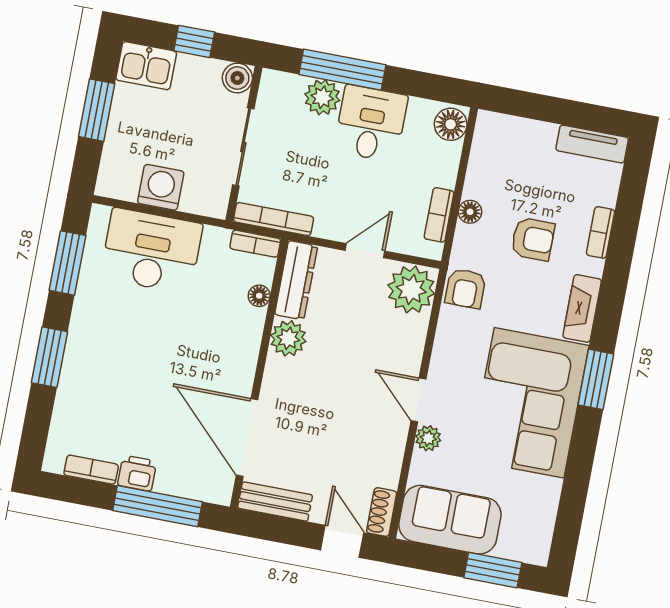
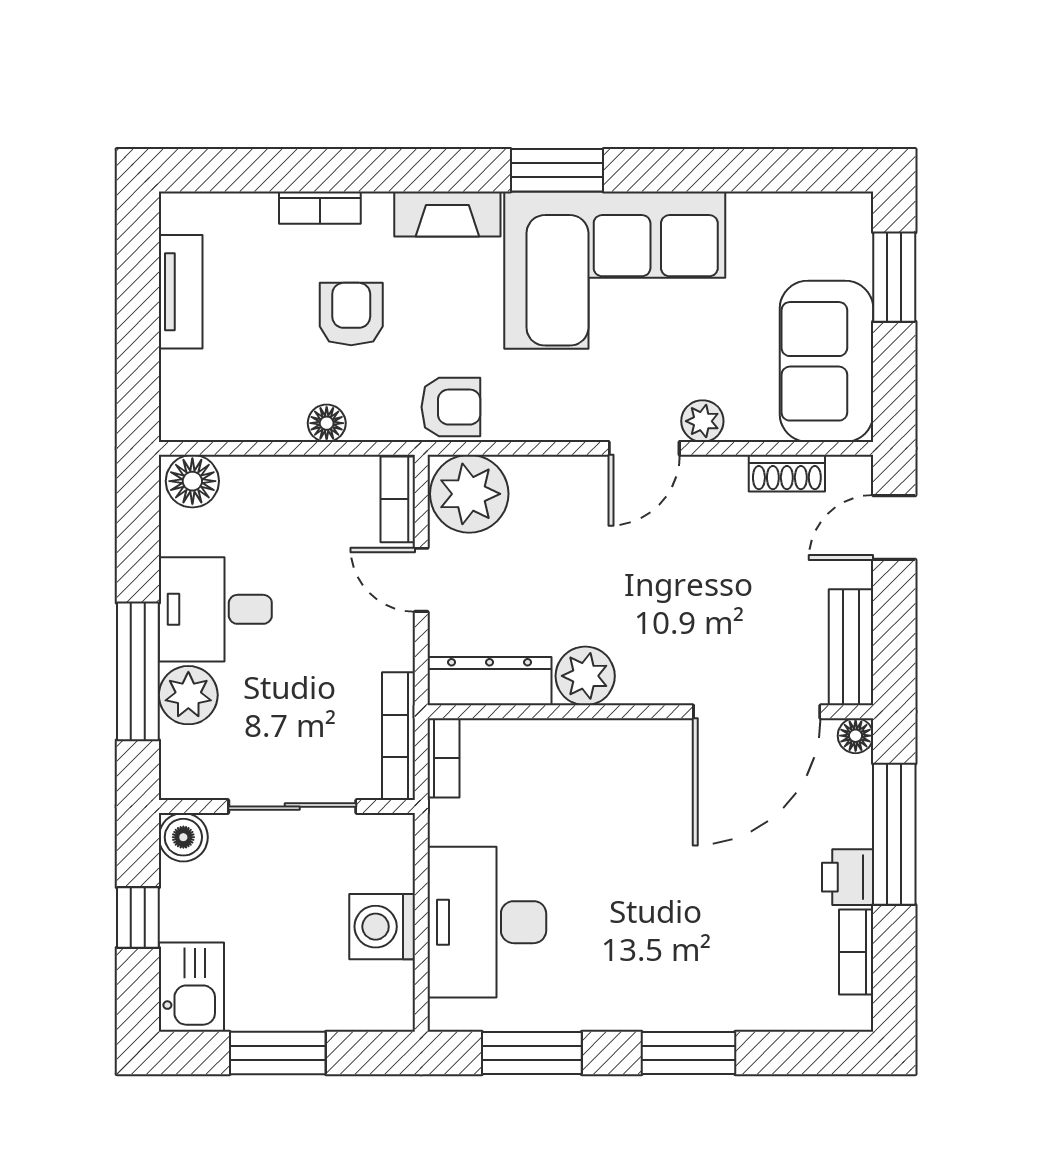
tv unit: (592, 144) -> (181, 292), moved
bookcase: (439, 215) -> (398, 499), moved, turned 90
floor lamp: (259, 296) -> (856, 736), moved
shoe rack: (382, 512) -> (787, 473), moved

